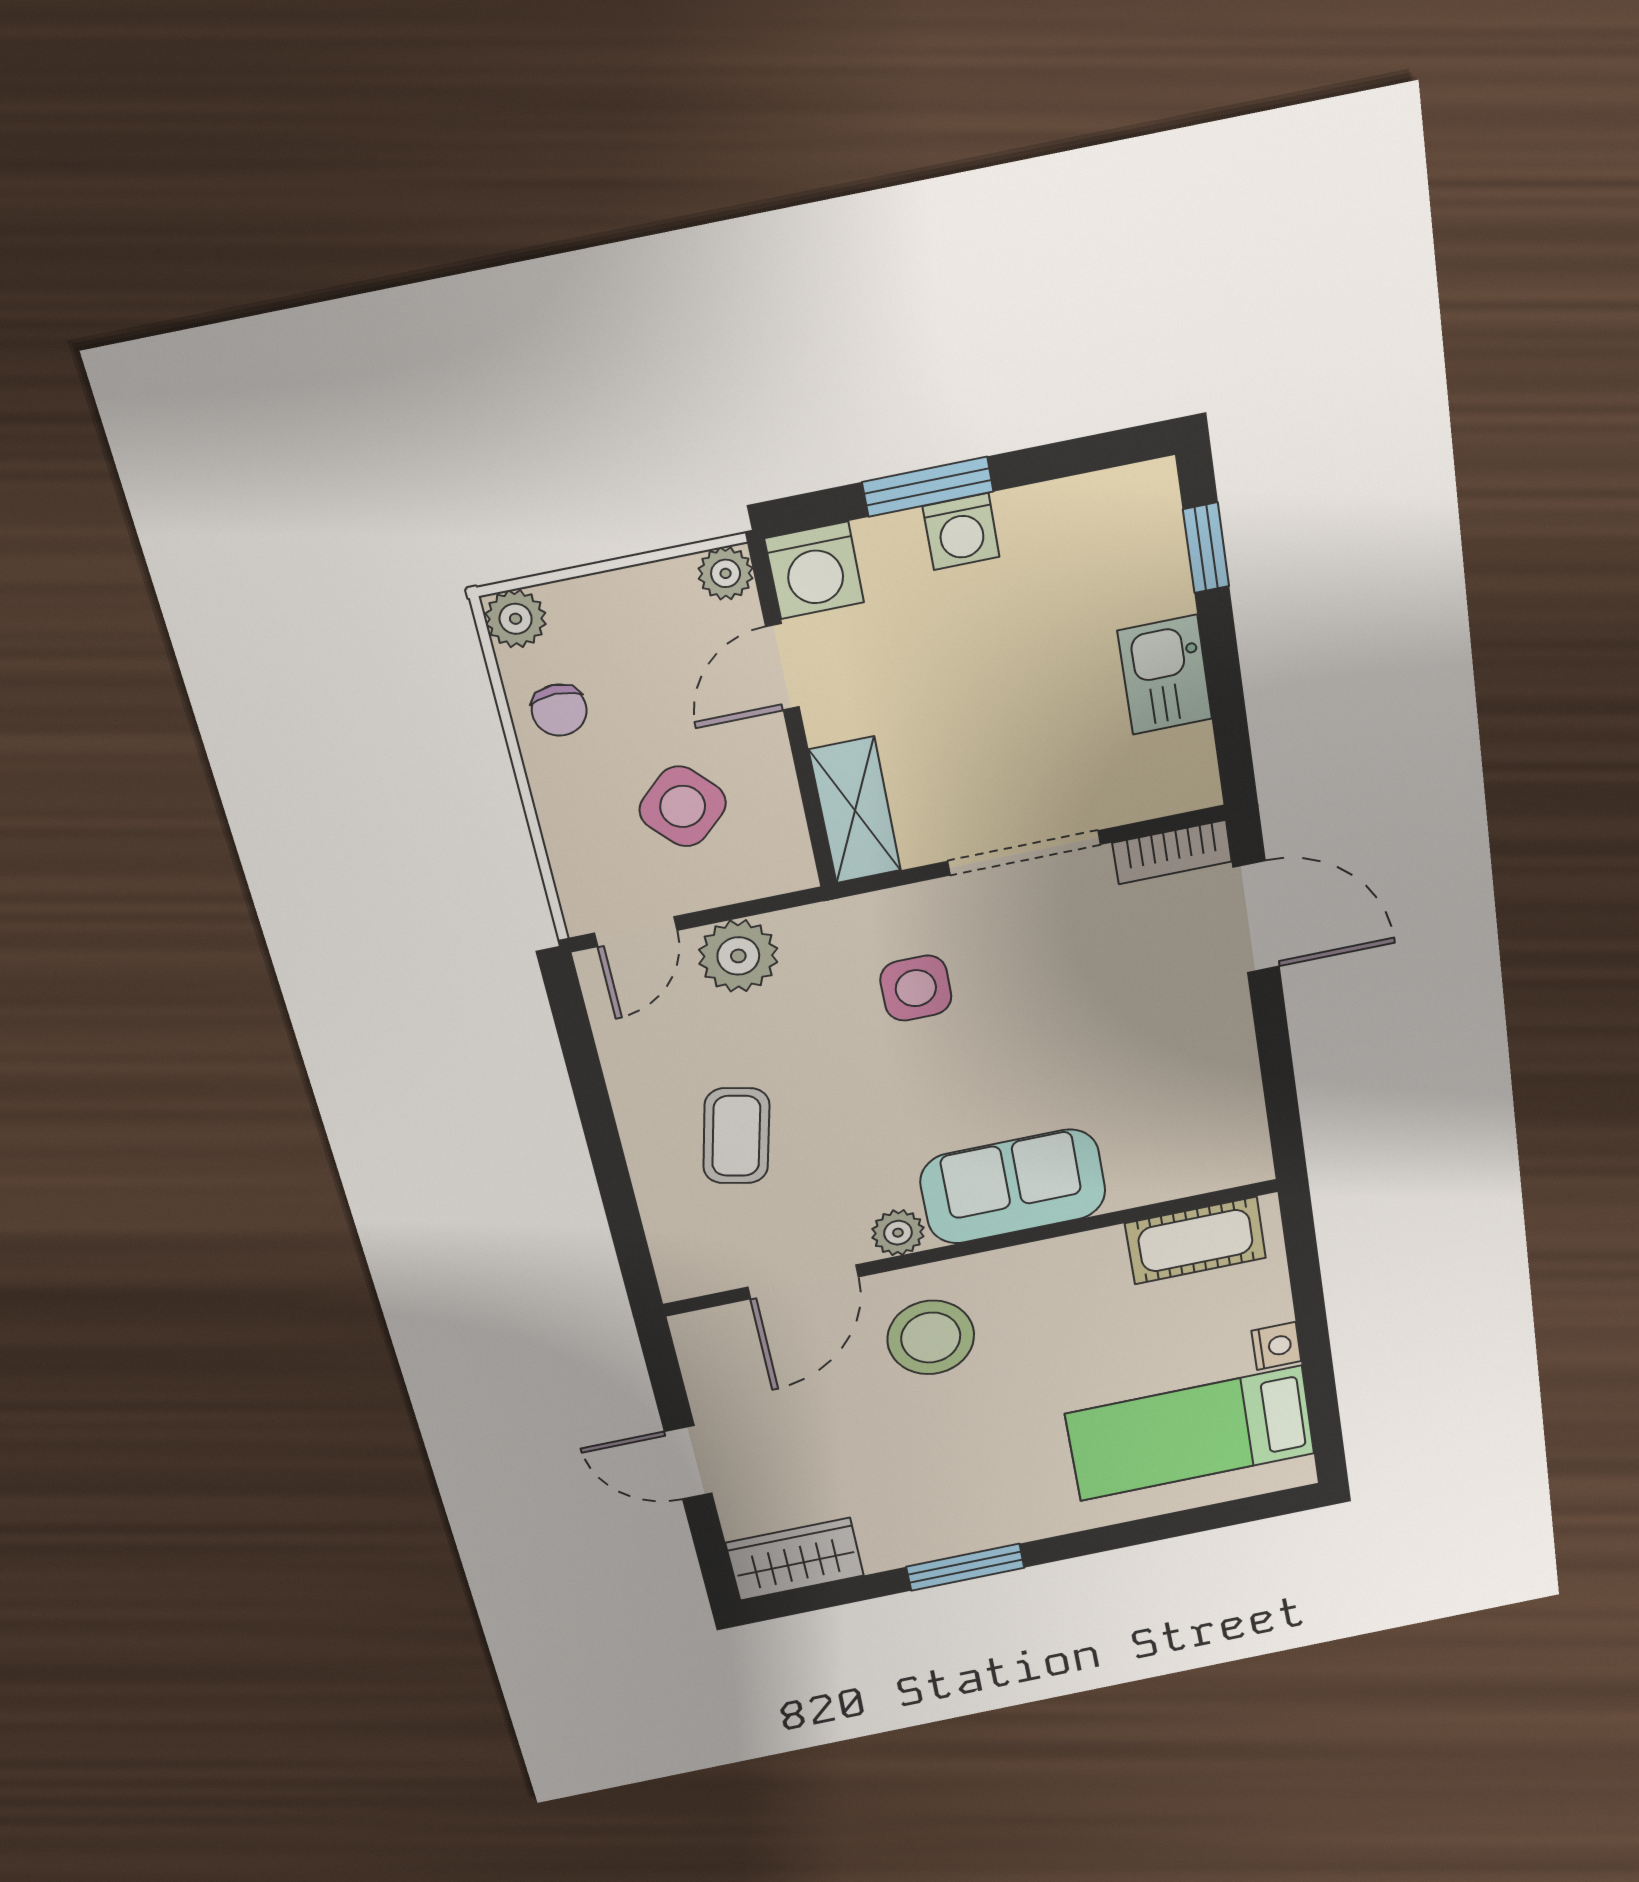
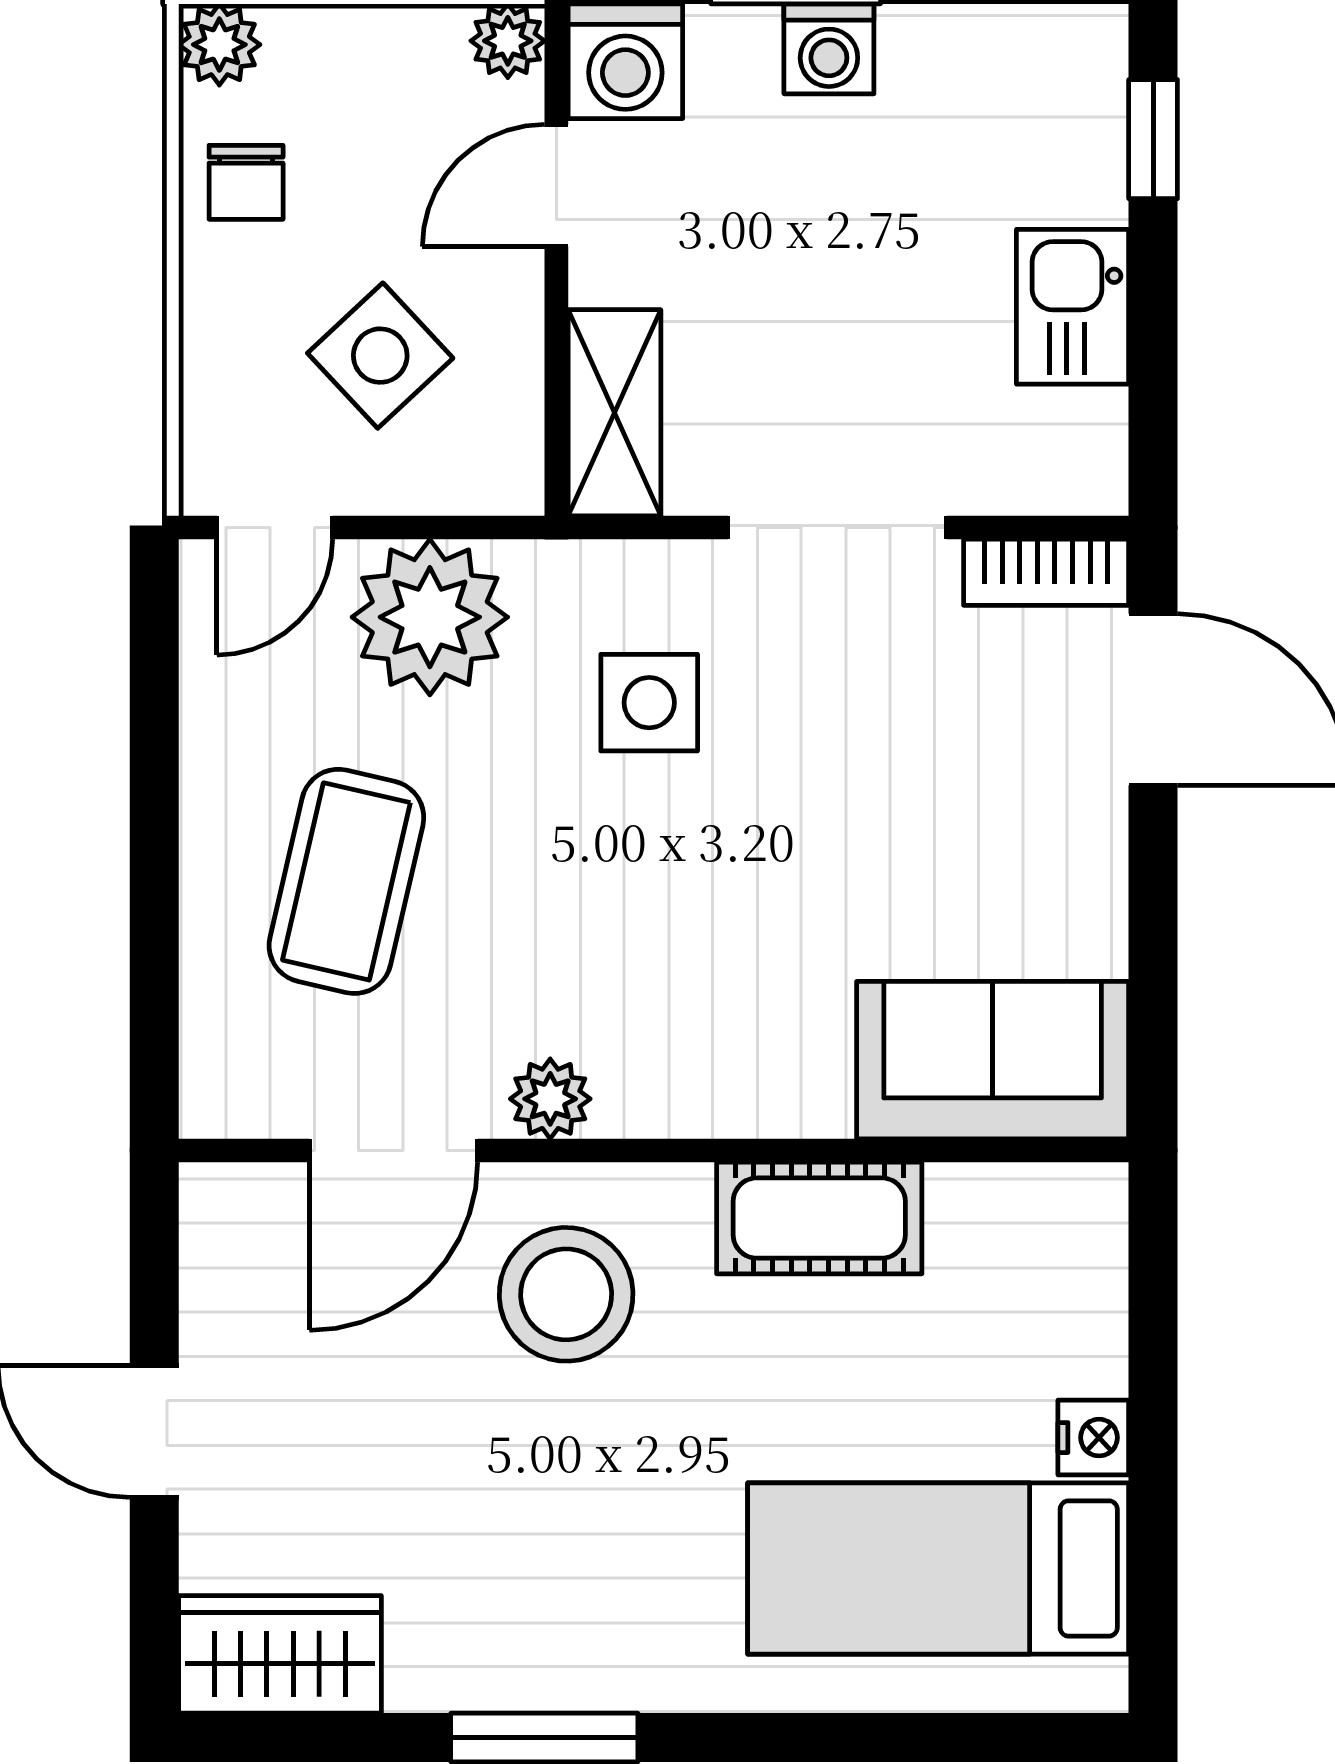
plant: (738, 956) -> (430, 617), width x1.36, depth x1.36
coffee table: (736, 1136) -> (346, 881), width x1.36, depth x1.30
sofa: (1013, 1187) -> (993, 1060), moved
cot: (1196, 1241) -> (819, 1218), moved

